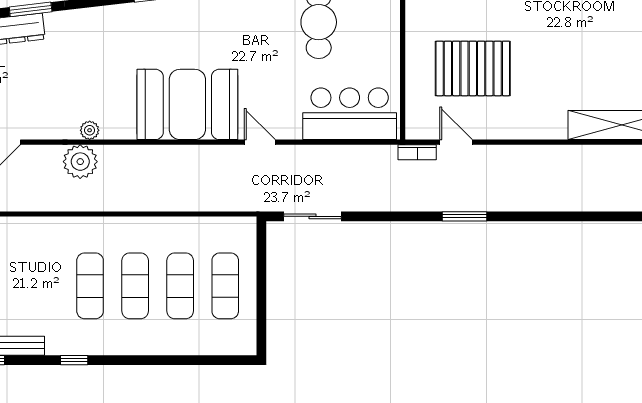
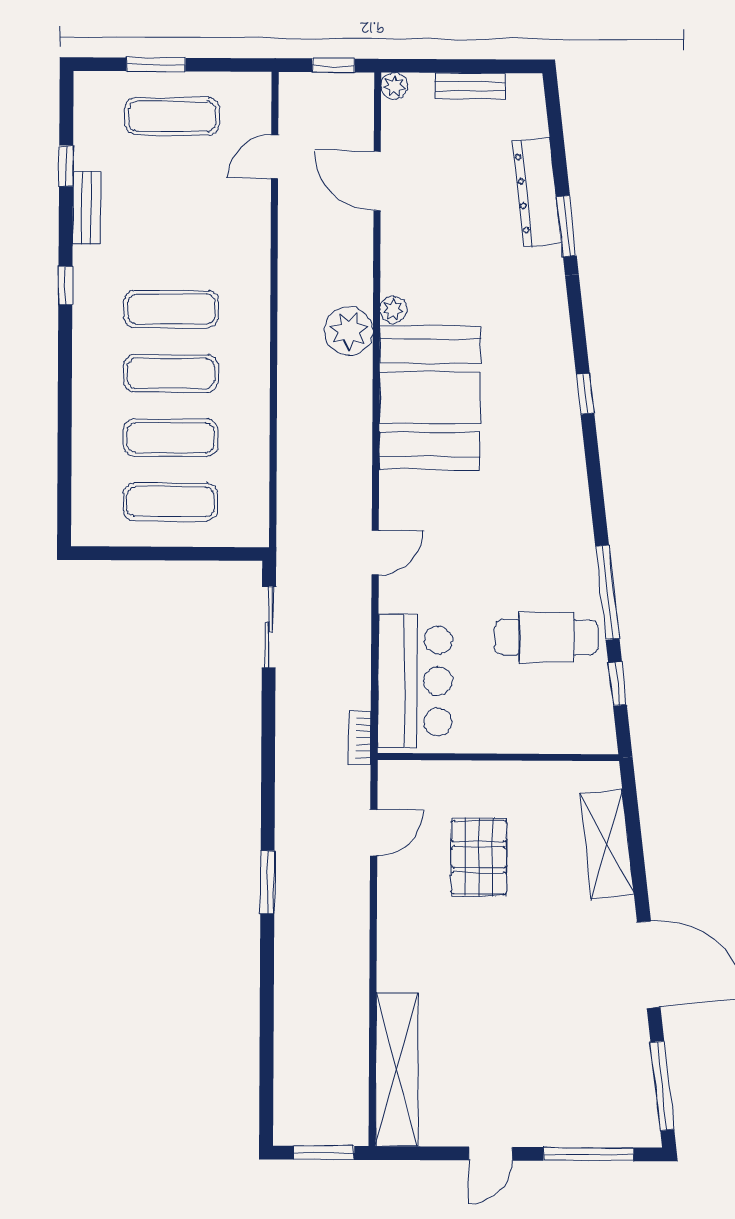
pallet: (473, 68) -> (479, 857), width x0.73, depth x0.71
booth: (187, 104) -> (430, 398), moved
bookcase: (417, 152) -> (360, 738), moved
plant: (80, 162) -> (349, 331), moved
window: (464, 216) -> (267, 882), moved

